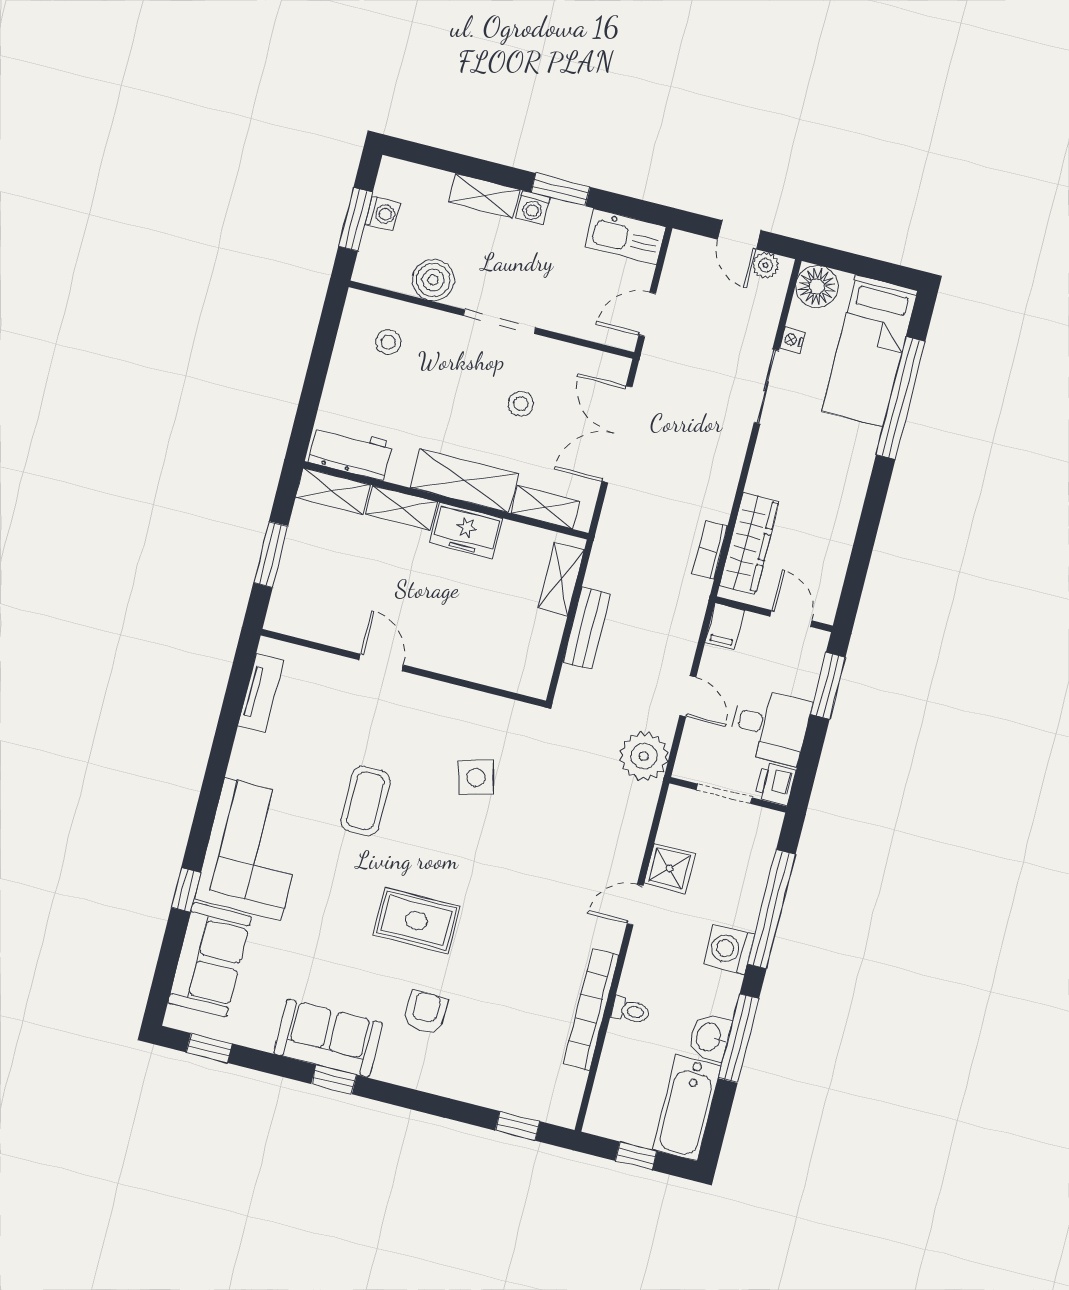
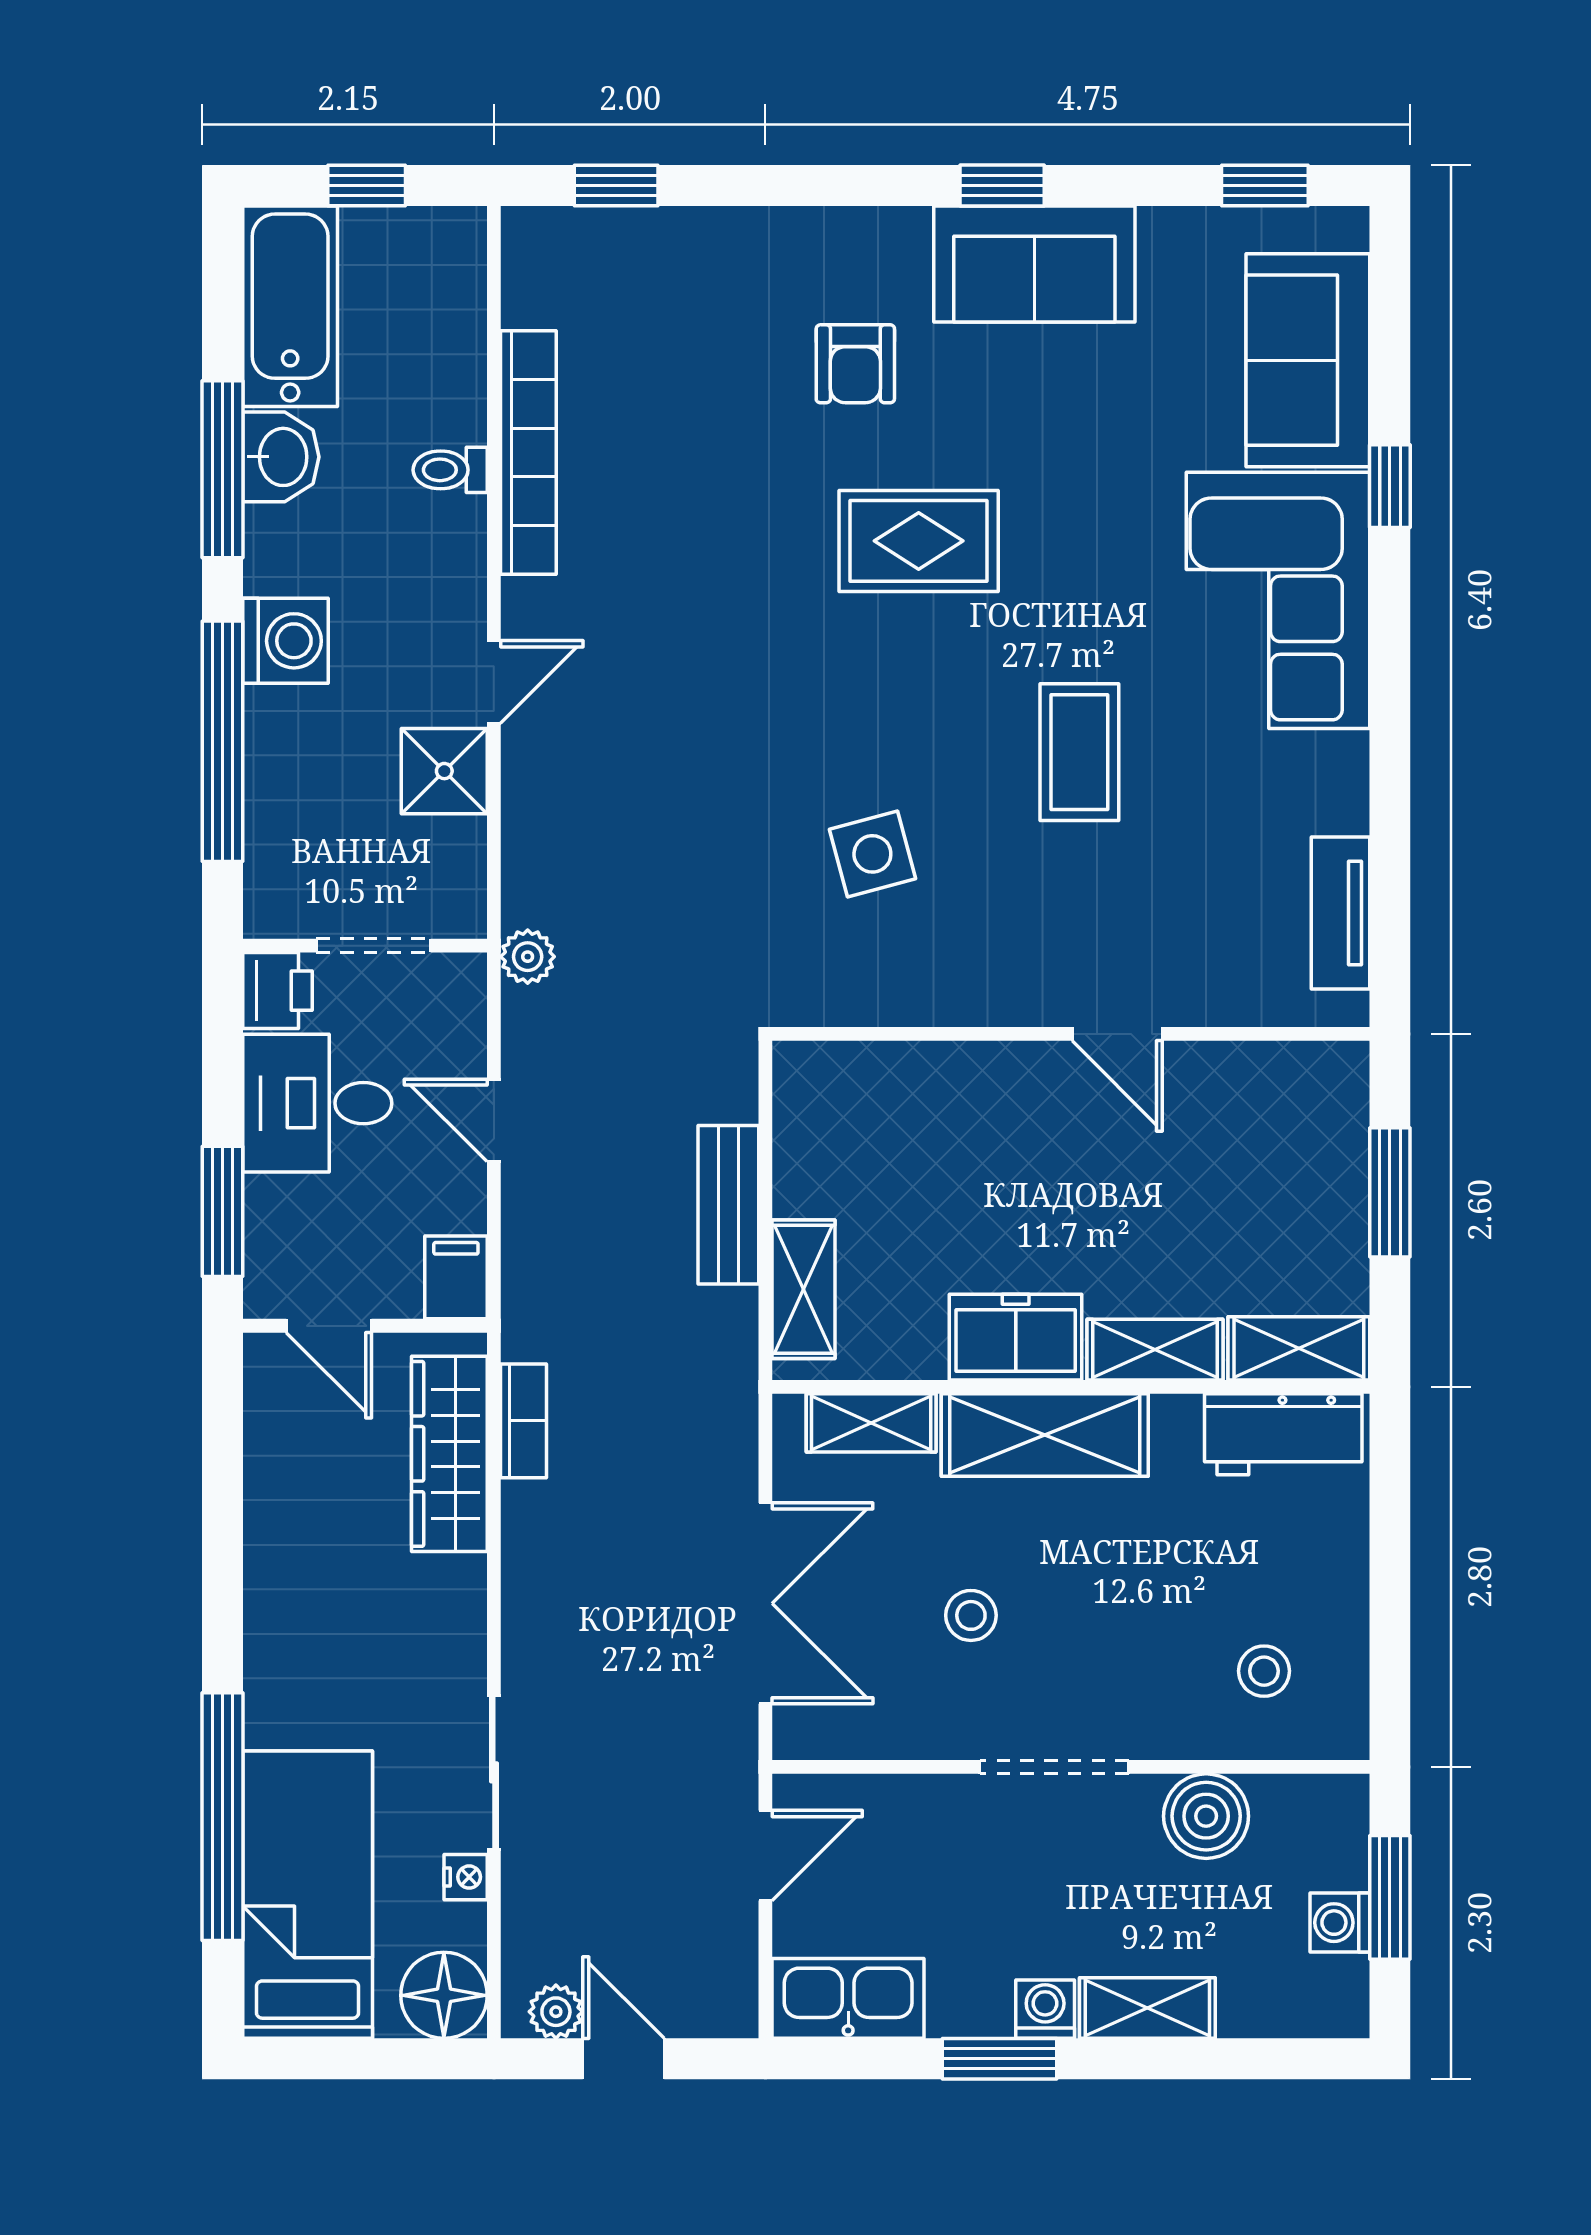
plant: (644, 756) -> (528, 957), width x0.53, depth x0.53

